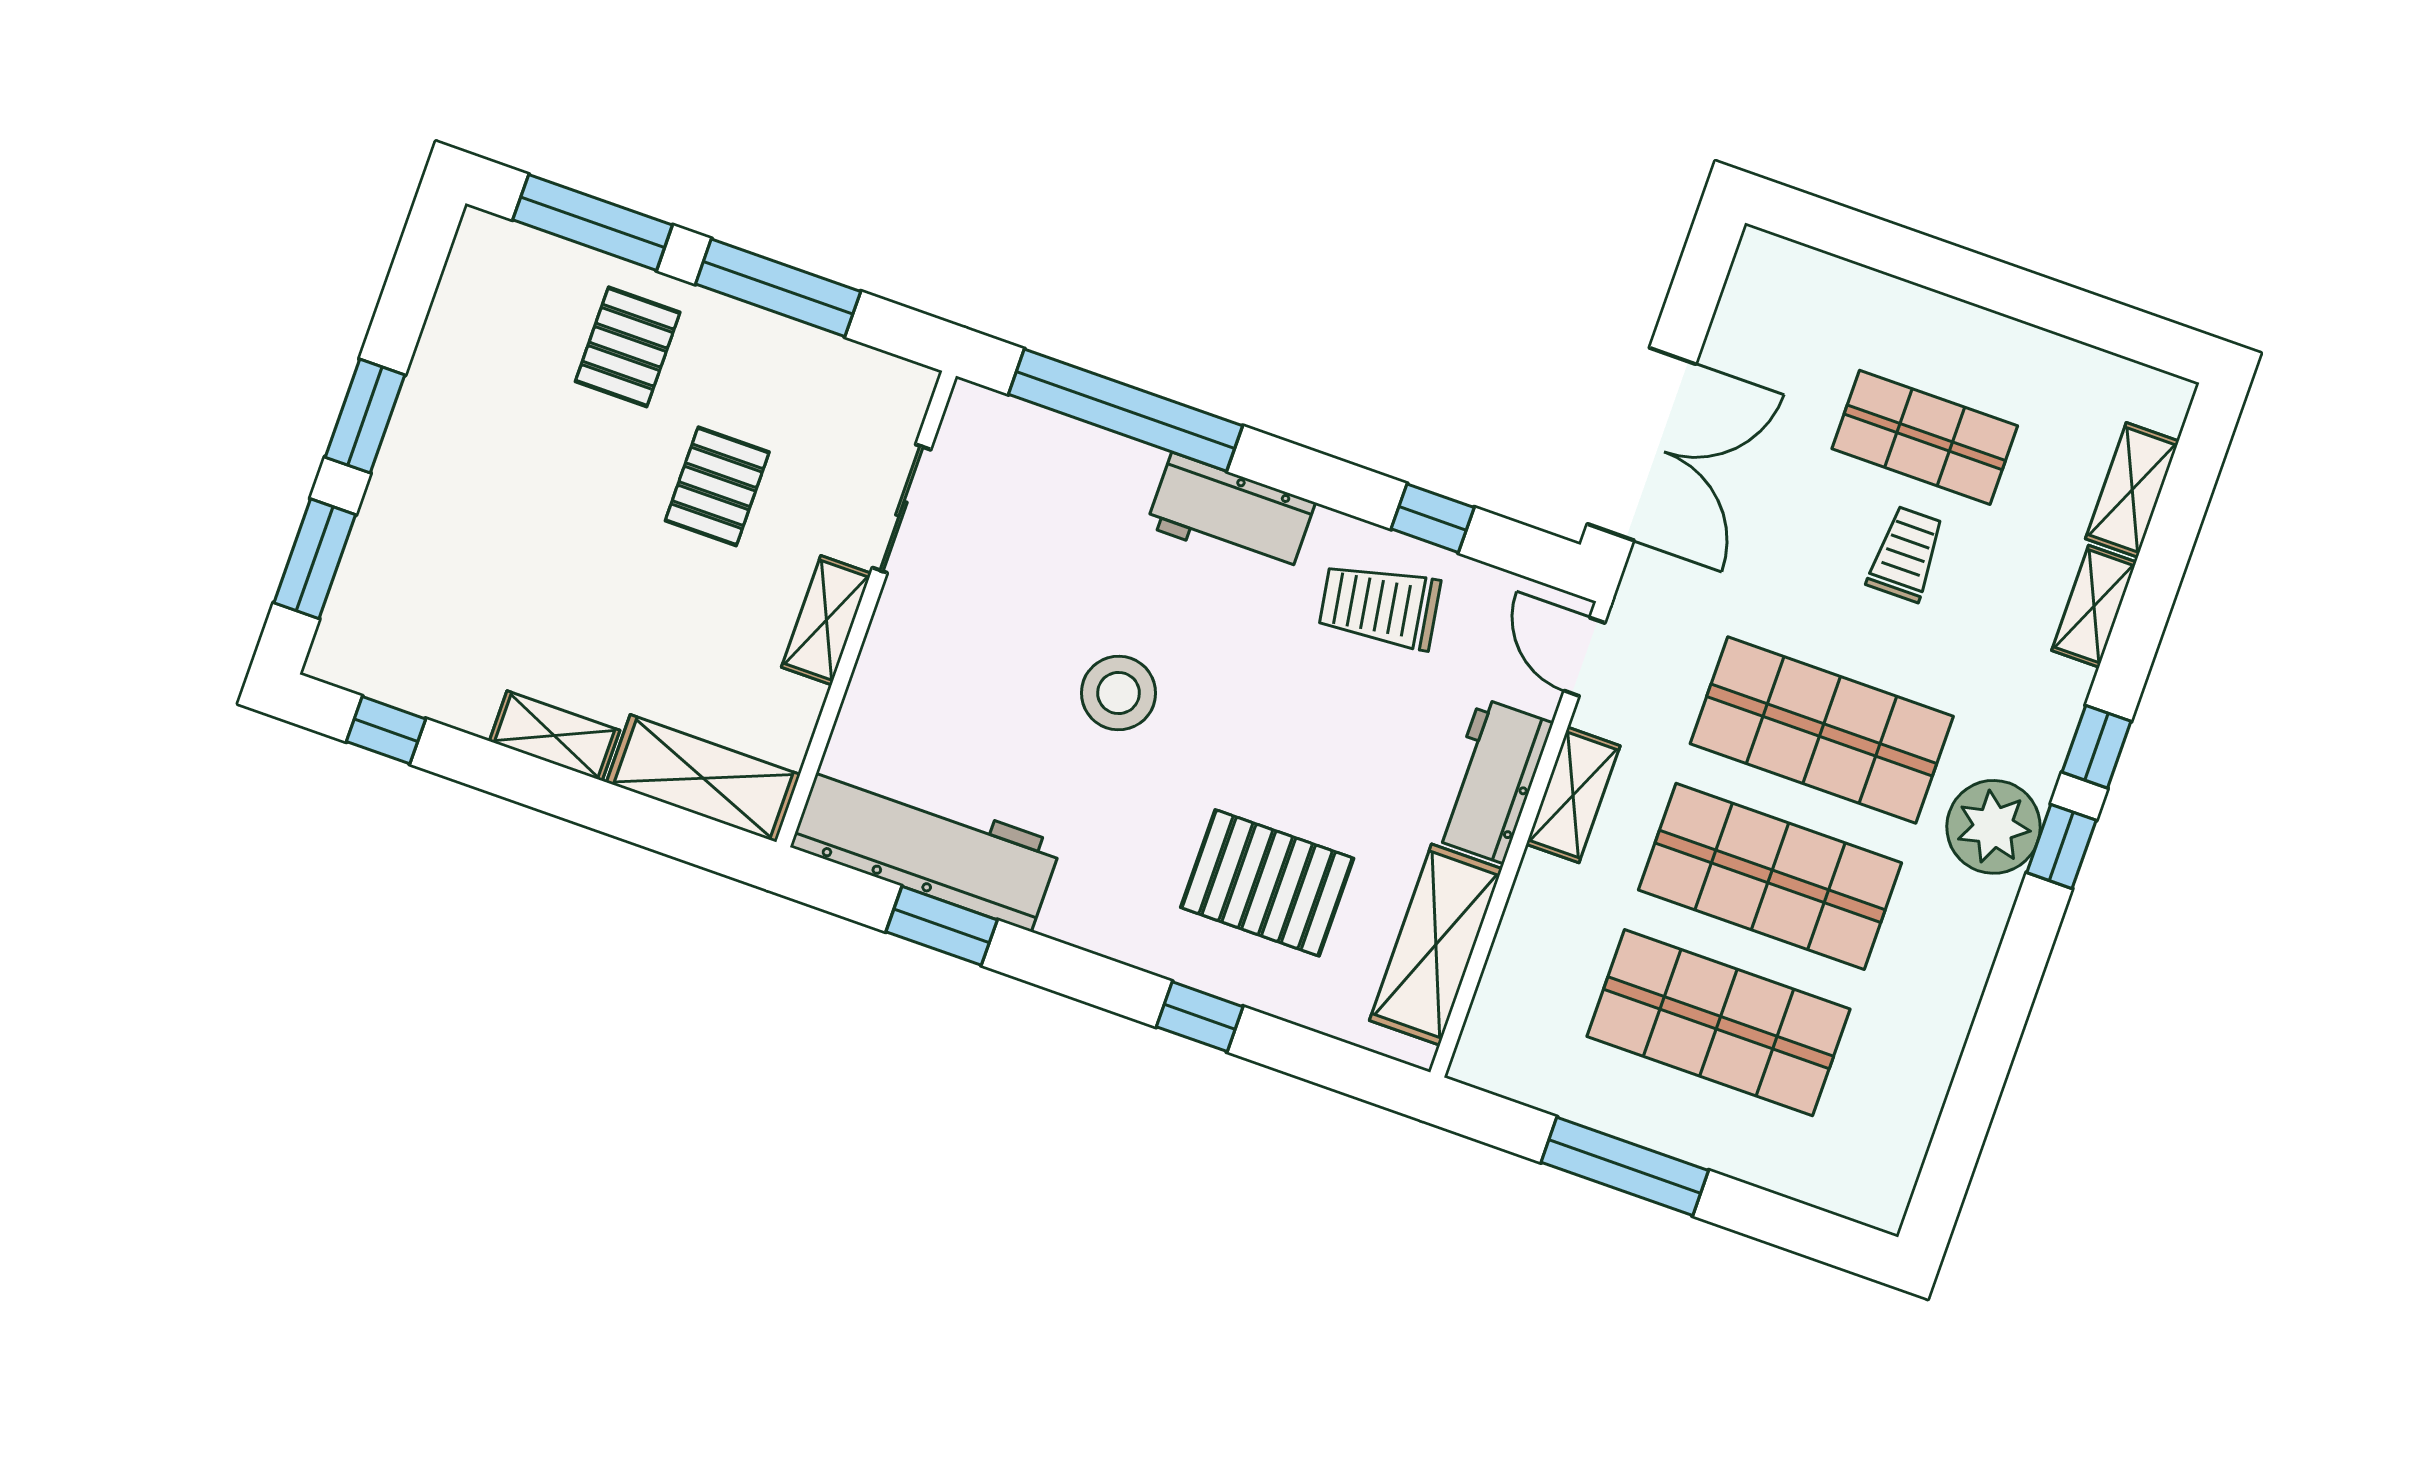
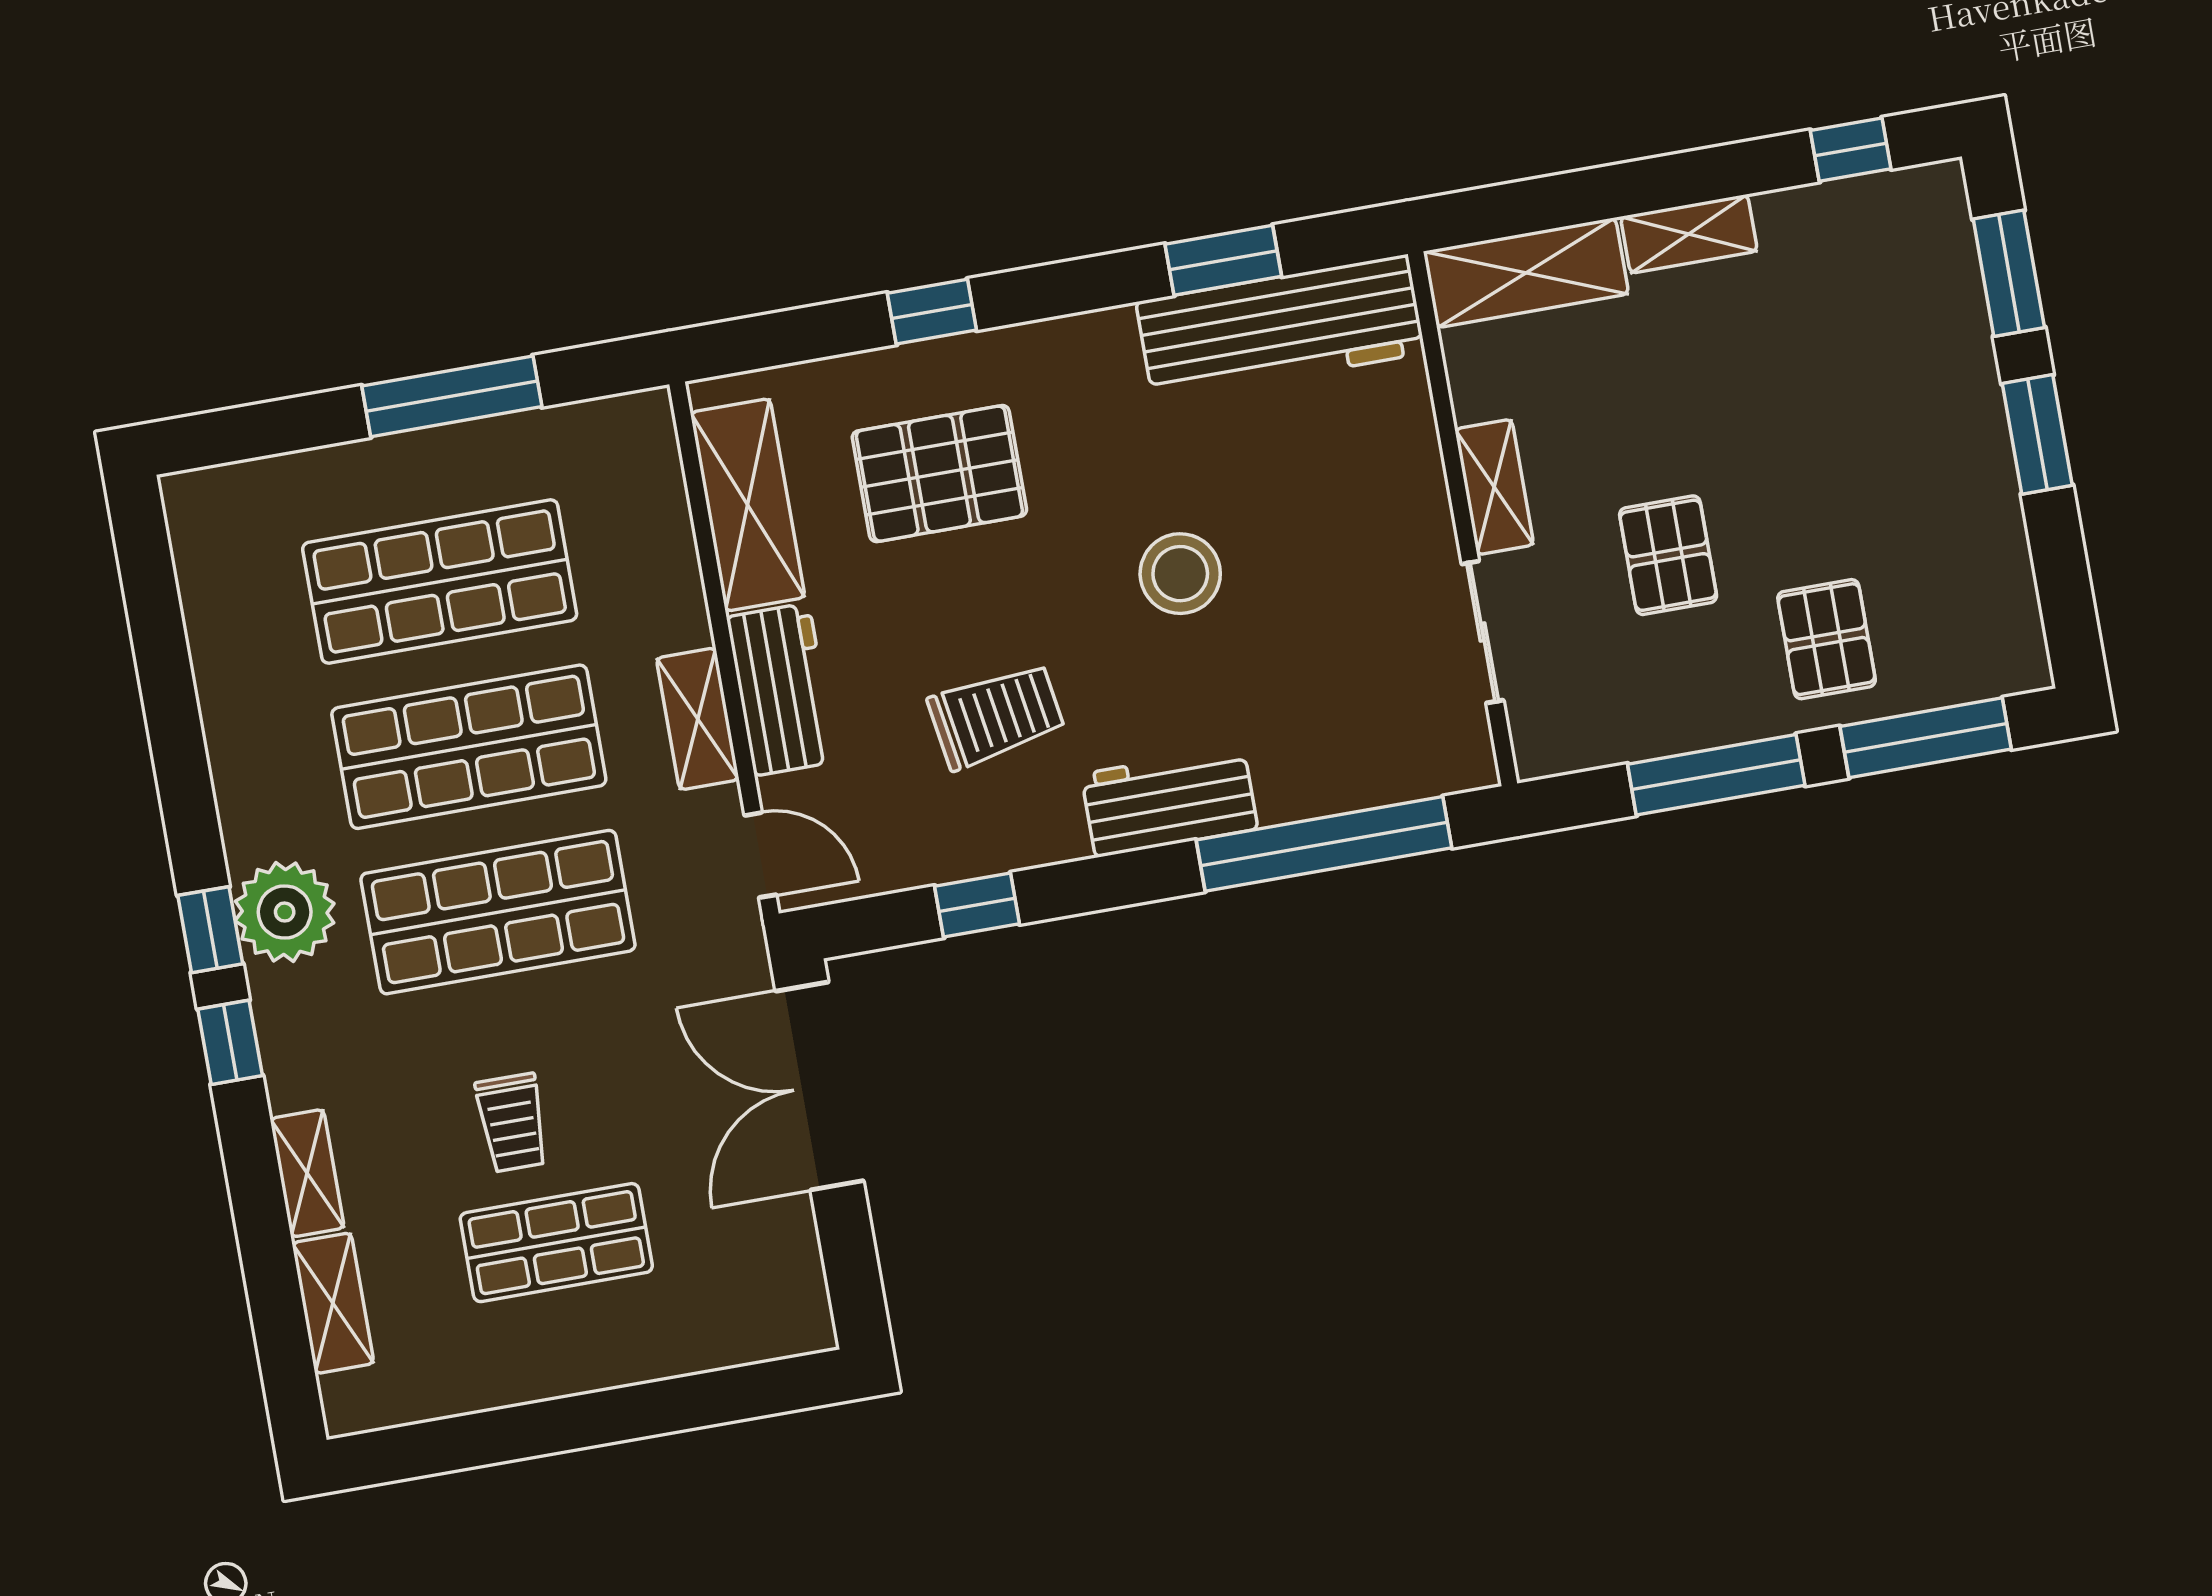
trolley: (1380, 606) -> (996, 716), moved

